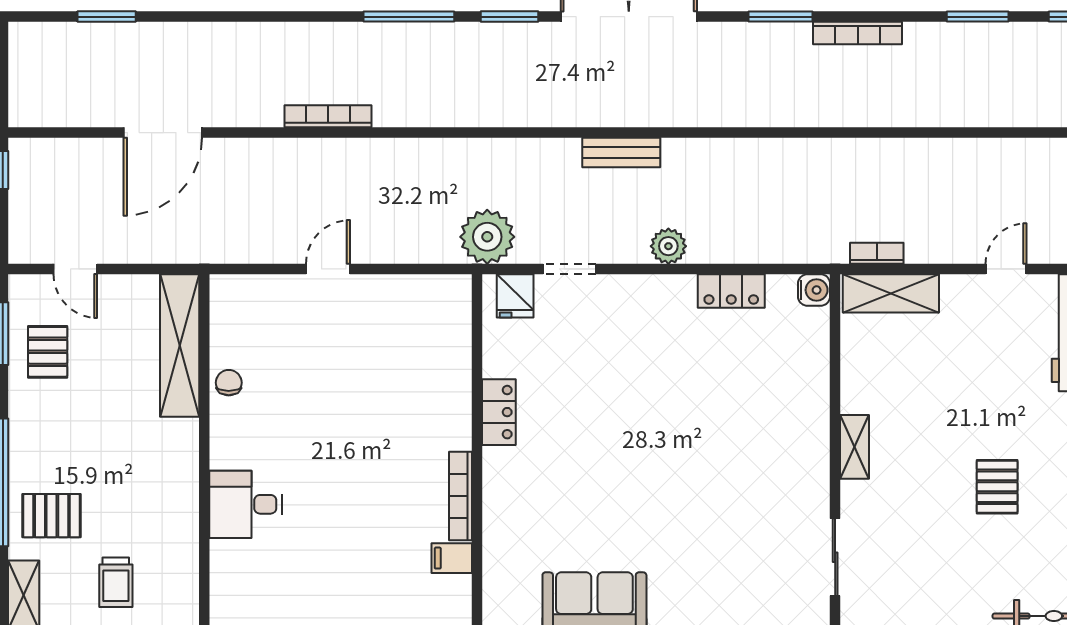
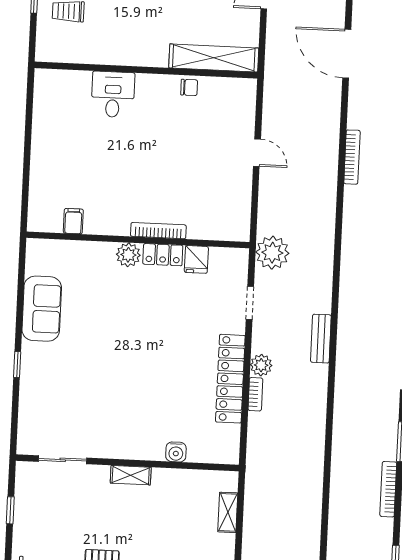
bookcase: (877, 253) -> (255, 394), moved
water cooler: (814, 290) -> (176, 452), moved
locker: (731, 291) -> (230, 379), width x2.16, depth x1.21
shelving: (891, 293) -> (228, 512), width x0.67, depth x0.75
fridge: (515, 296) -> (196, 259), moved, turned -90
plant: (502, 467) -> (128, 255), added
bookcase: (461, 496) -> (158, 231), moved

